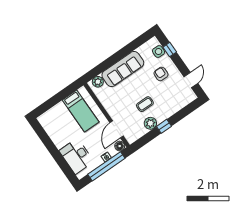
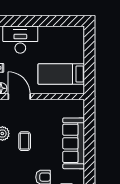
plant: (98, 82) -> (78, 110), removed

